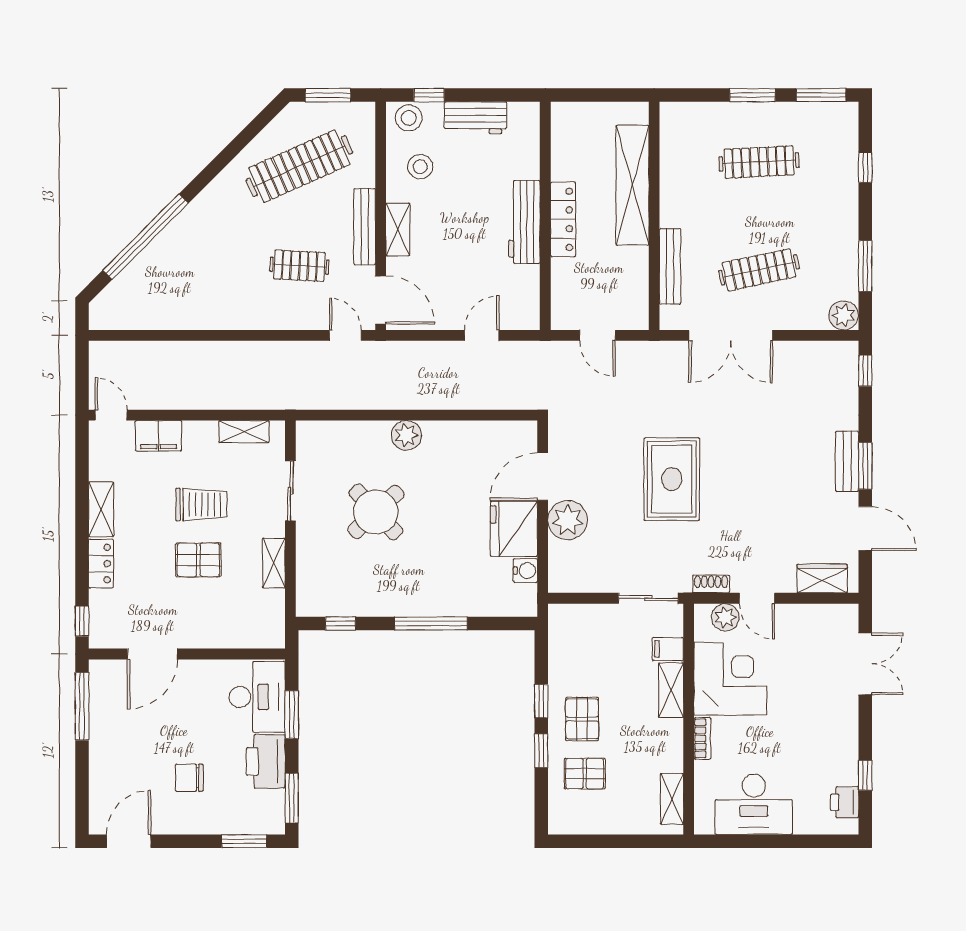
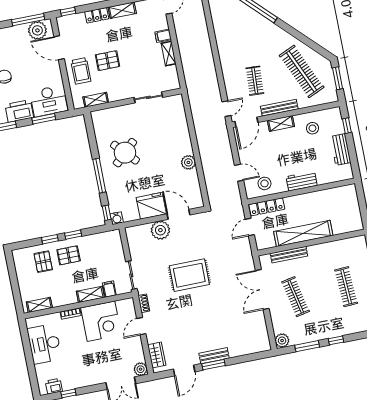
stool: (409, 118) -> (264, 183), moved
window: (865, 167) -> (336, 340), moved
shelving: (632, 185) -> (303, 233), moved
locker: (563, 219) -> (267, 207), moved
workbench: (524, 222) -> (302, 181), width x0.73
window: (865, 371) -> (258, 356), removed
shelving: (244, 432) -> (169, 54), moved
plant: (406, 435) -> (188, 162), moved
filing cabinet: (158, 436) -> (163, 36), width x0.50
trolley: (201, 505) -> (81, 71), moved
round table: (376, 512) -> (125, 153), moved
pallet: (198, 560) -> (107, 61), turned 90
shelving: (274, 563) -> (96, 100), moved
water cooler: (525, 571) -> (117, 218), moved
plant: (725, 617) -> (141, 369), moved
window: (341, 623) -> (107, 213), moved
plant: (108, 691) -> (37, 30), added

